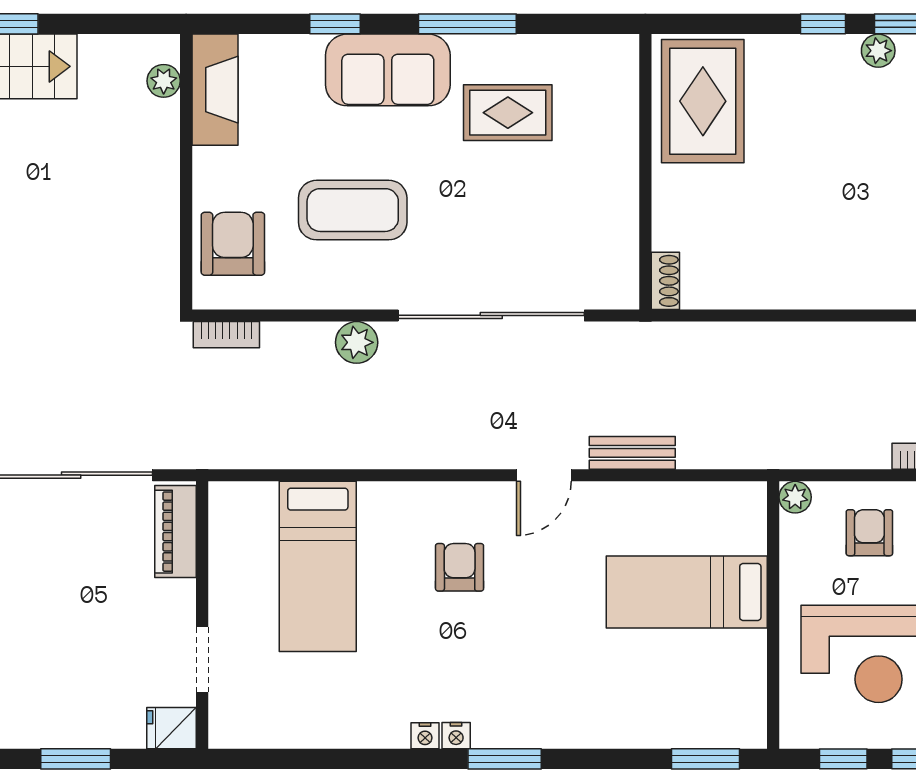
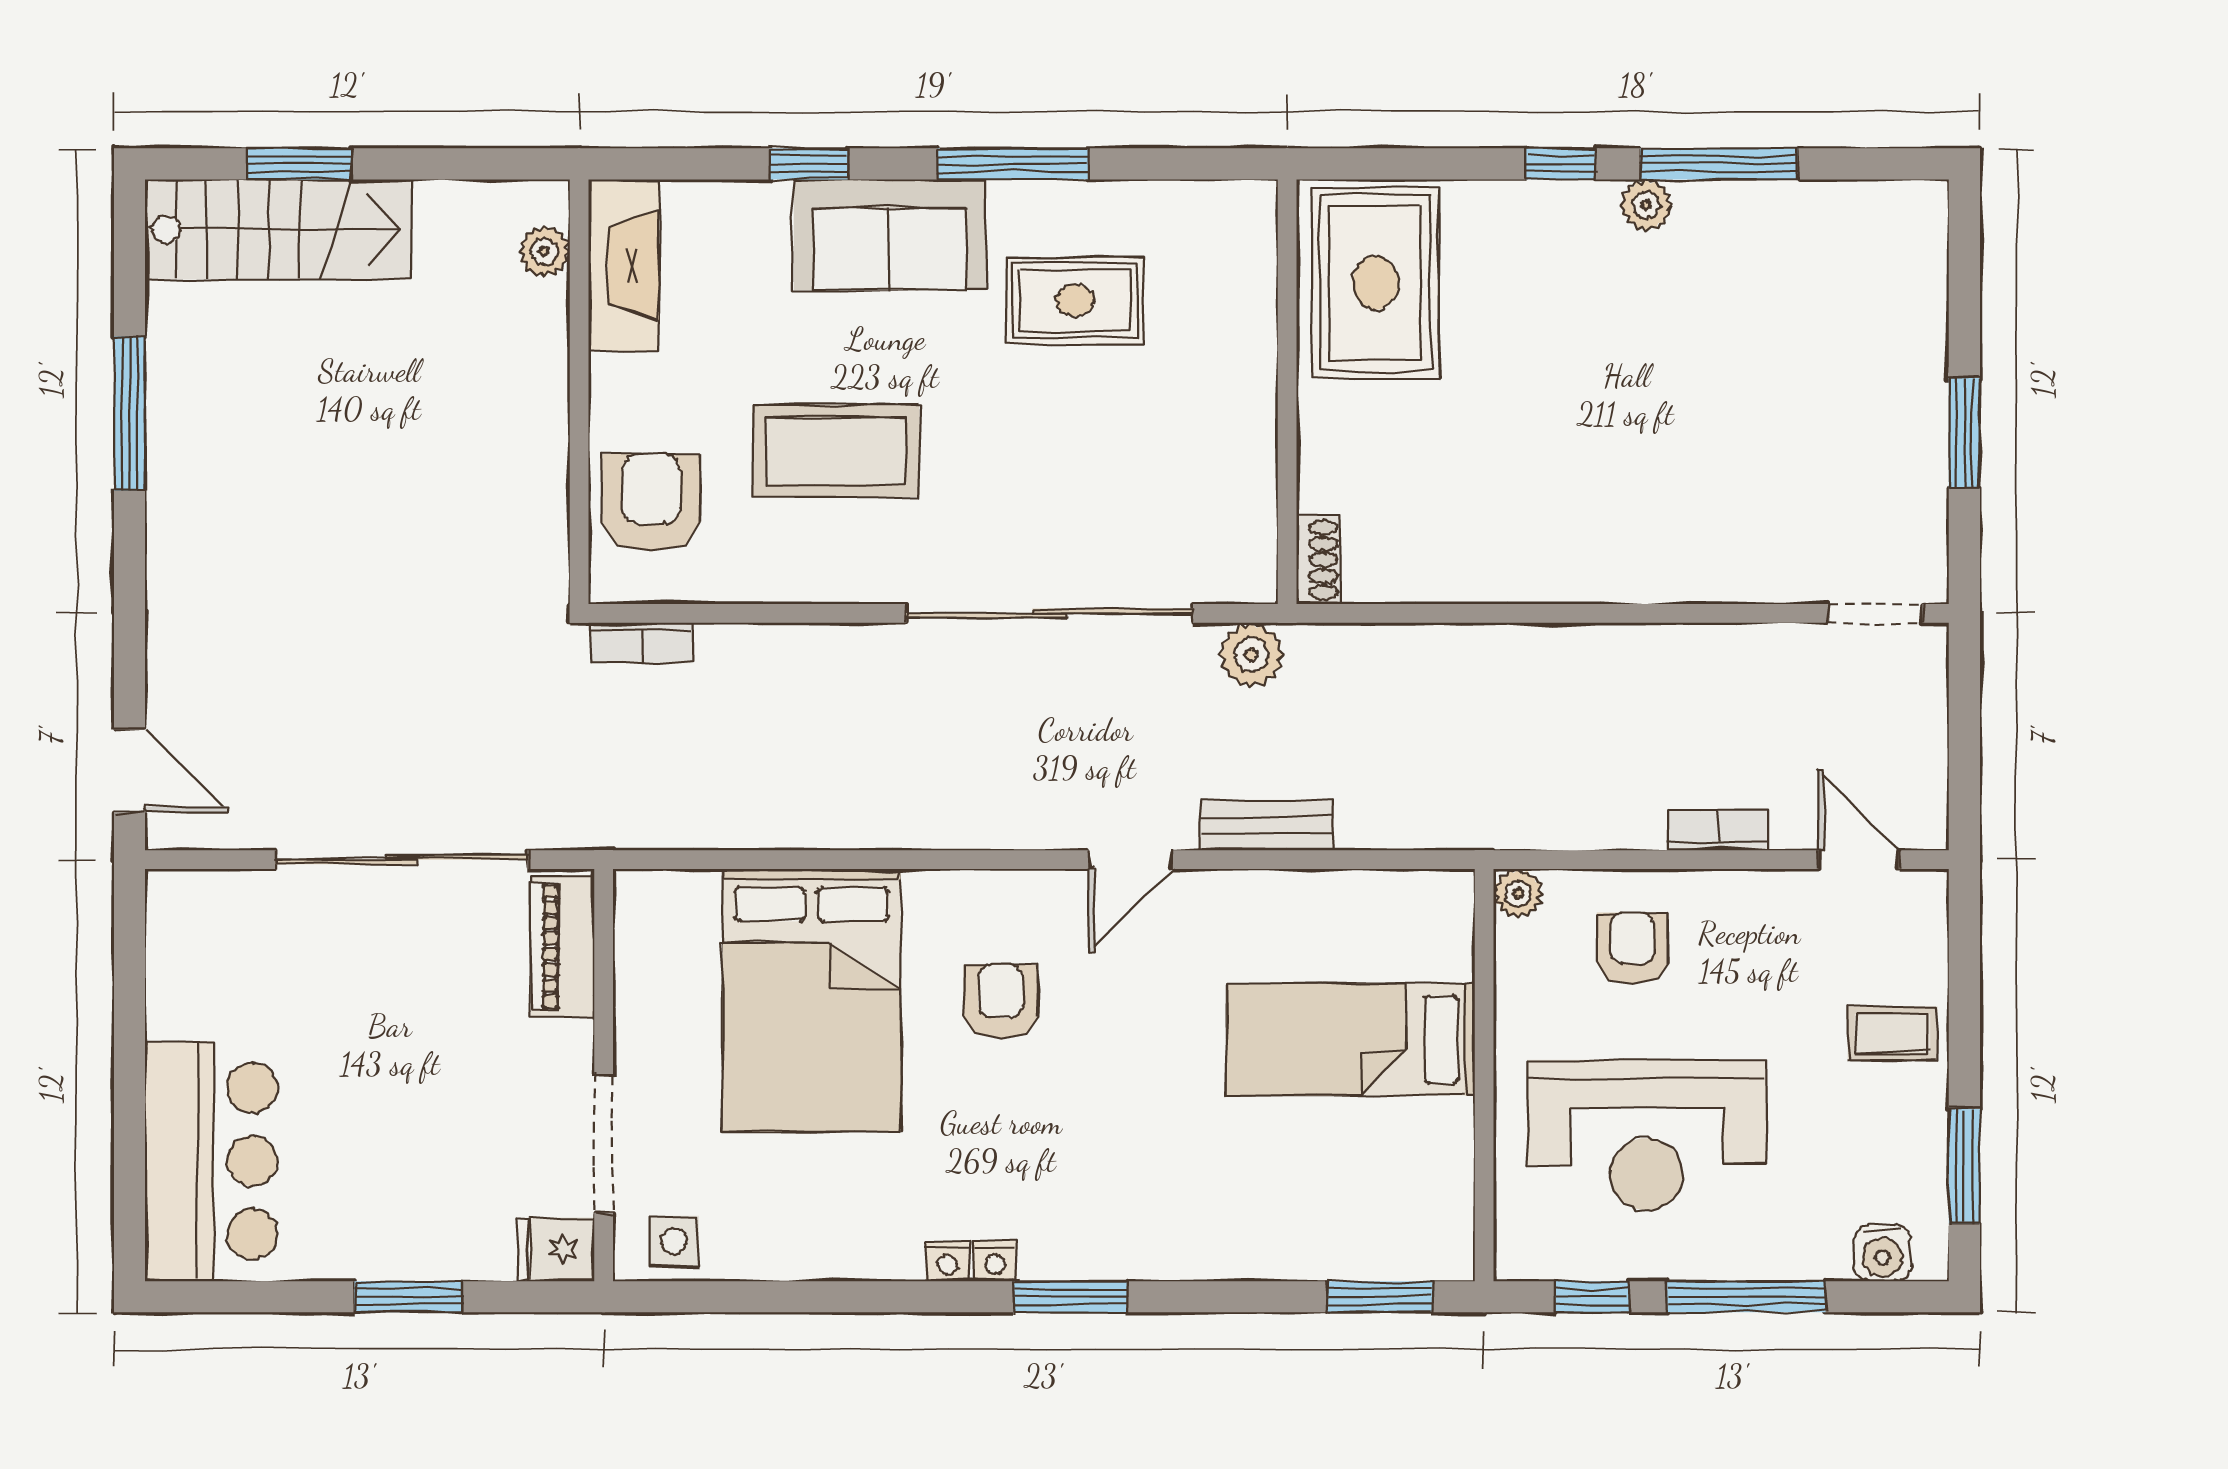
plant: (357, 342) -> (1251, 655), moved
bed: (318, 566) -> (812, 1000), width x1.50
doorway: (202, 659) -> (604, 1144), width x1.38
side table: (248, 723) -> (674, 1241), added

